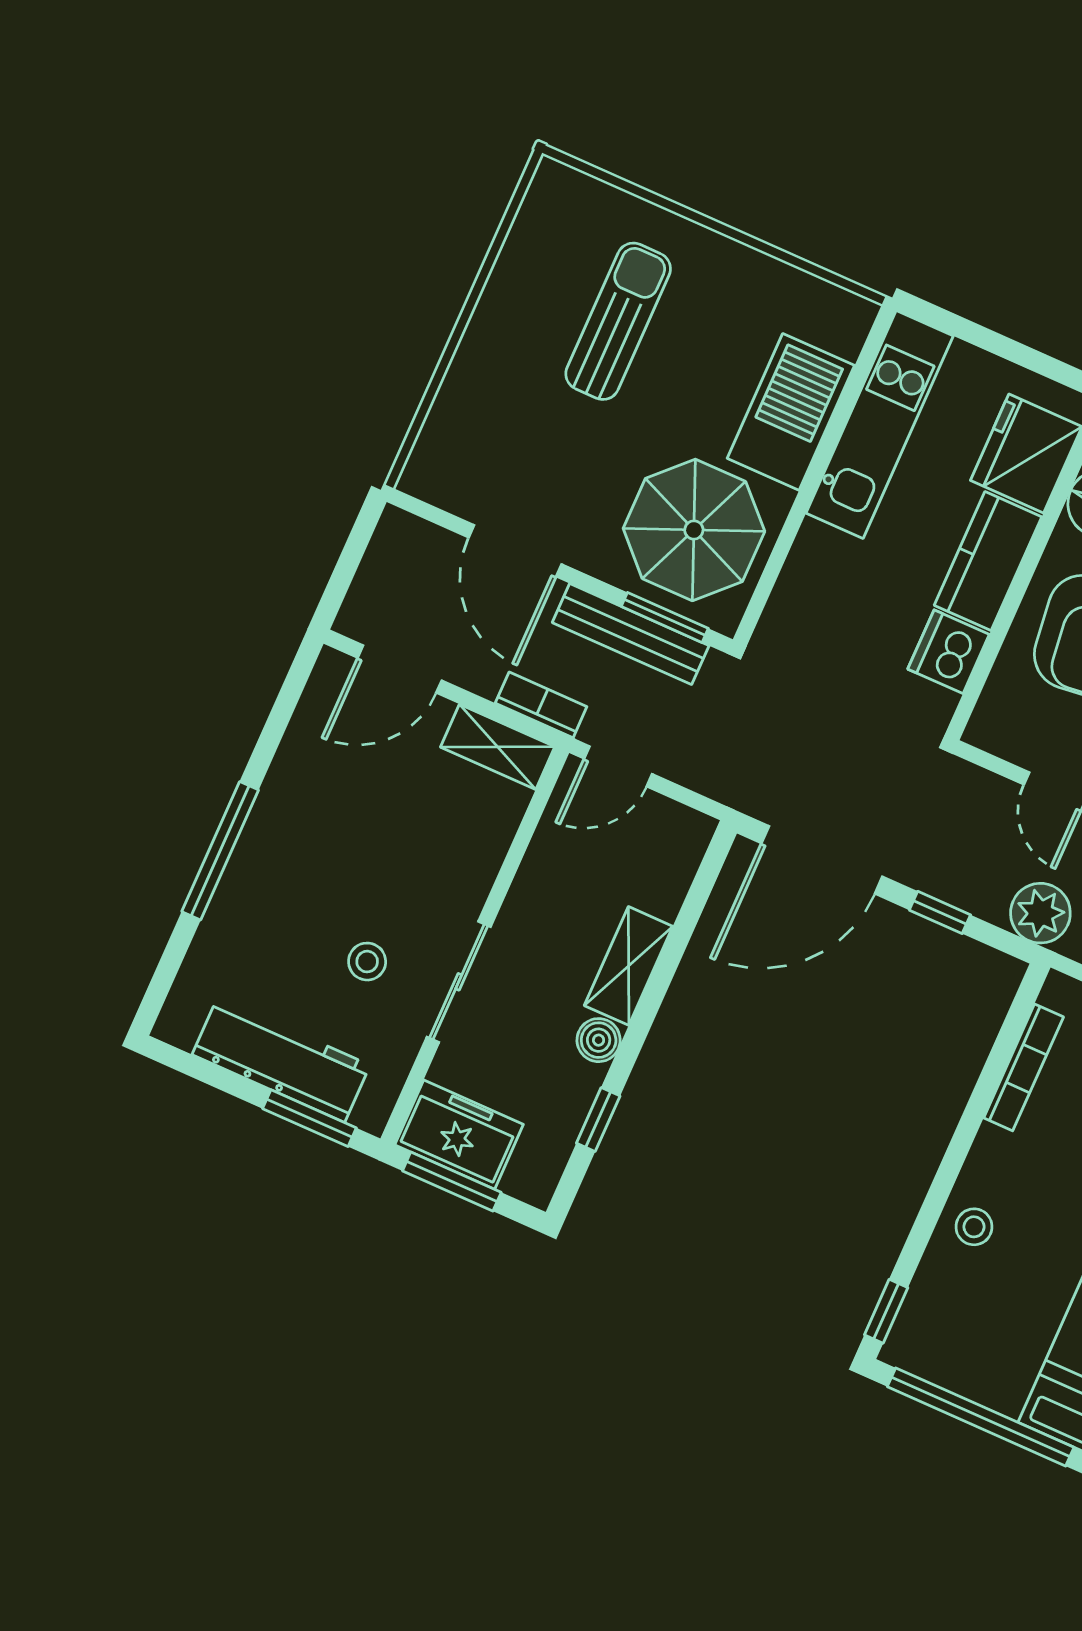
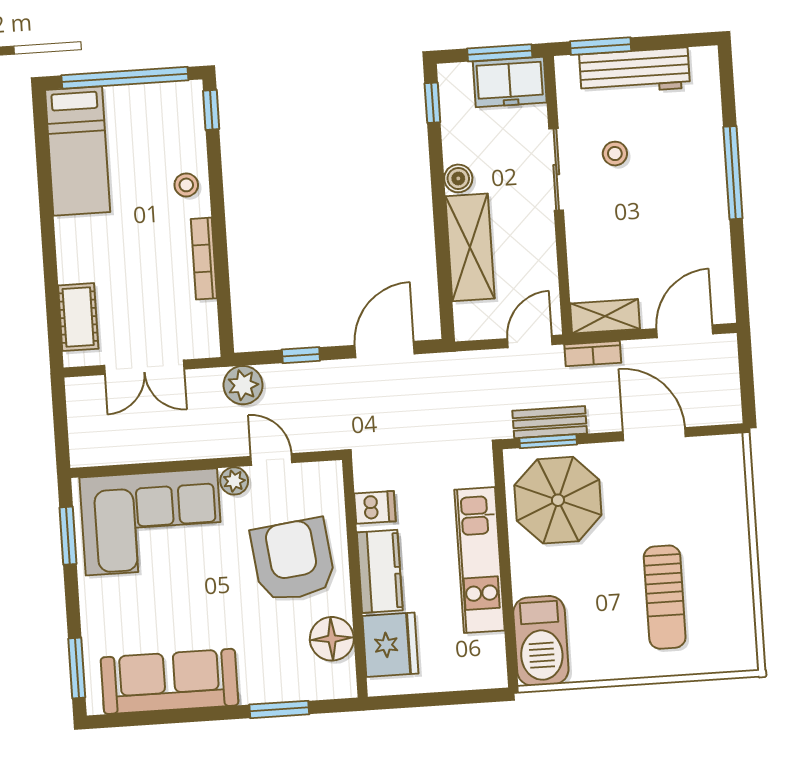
barbecue: (791, 412) -> (541, 641), moved
kitchen unit: (880, 424) -> (479, 560), moved
bench: (631, 634) -> (550, 422), width x0.73
dishwasher: (949, 652) -> (375, 507), width x0.73
door: (822, 860) -> (385, 350), width x0.73
shelving: (629, 966) -> (470, 247), width x1.50, depth x1.33
bookcase: (1024, 1067) -> (204, 259), moved
window: (598, 1120) -> (432, 103), moved

